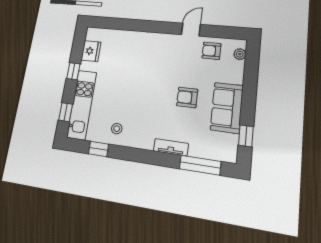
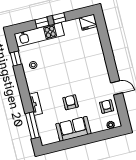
fridge: (91, 51) -> (88, 22), moved
window: (66, 112) -> (42, 23), moved
window: (246, 136) -> (61, 146), removed

